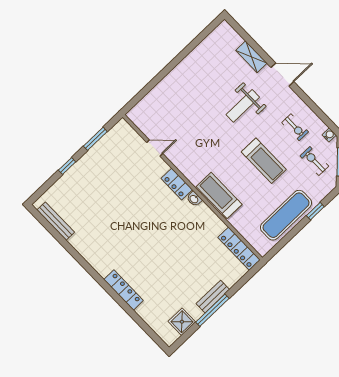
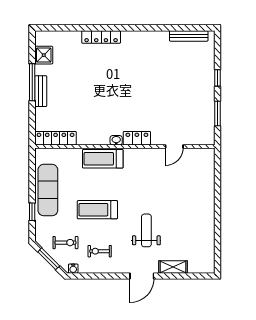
treadmill: (219, 195) -> (103, 159), turned 180

